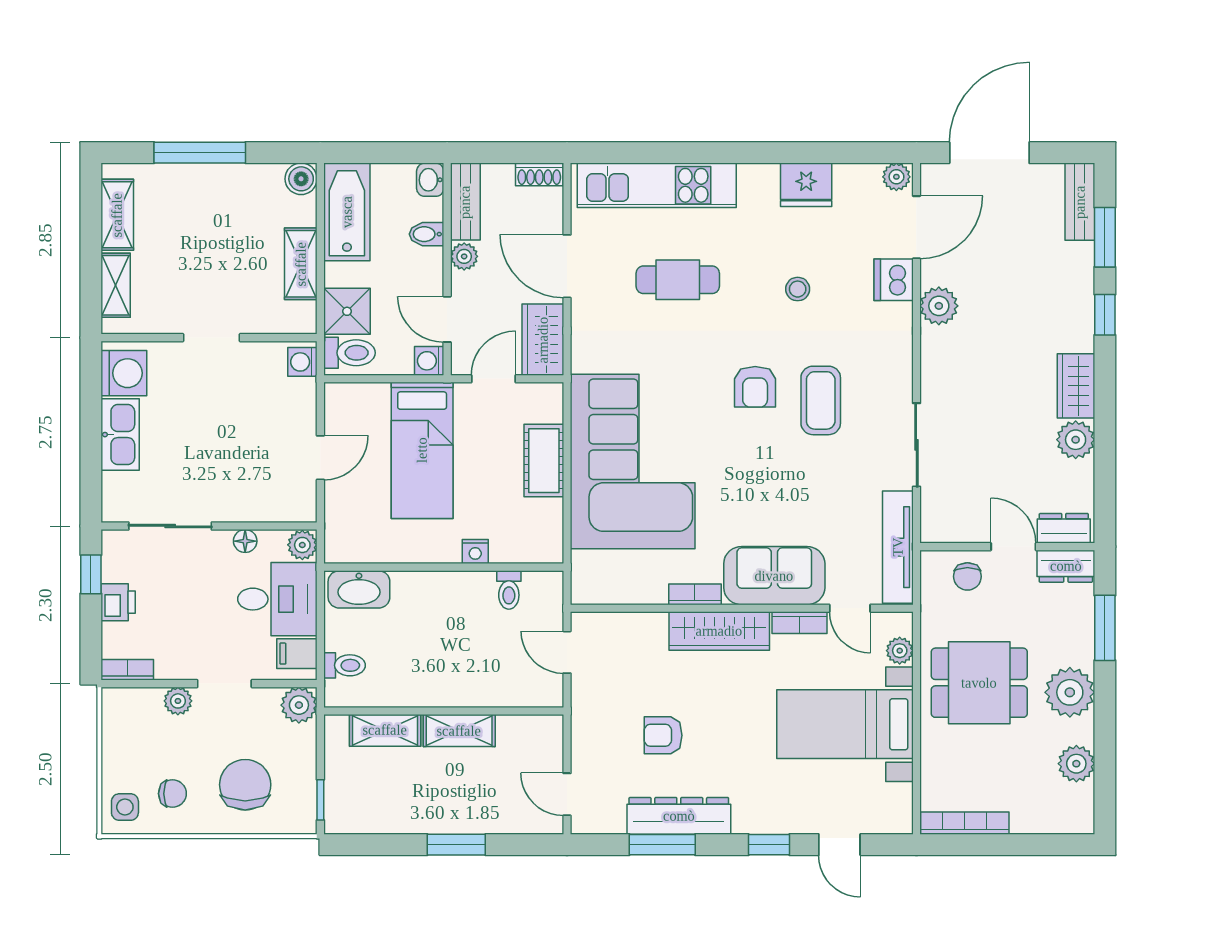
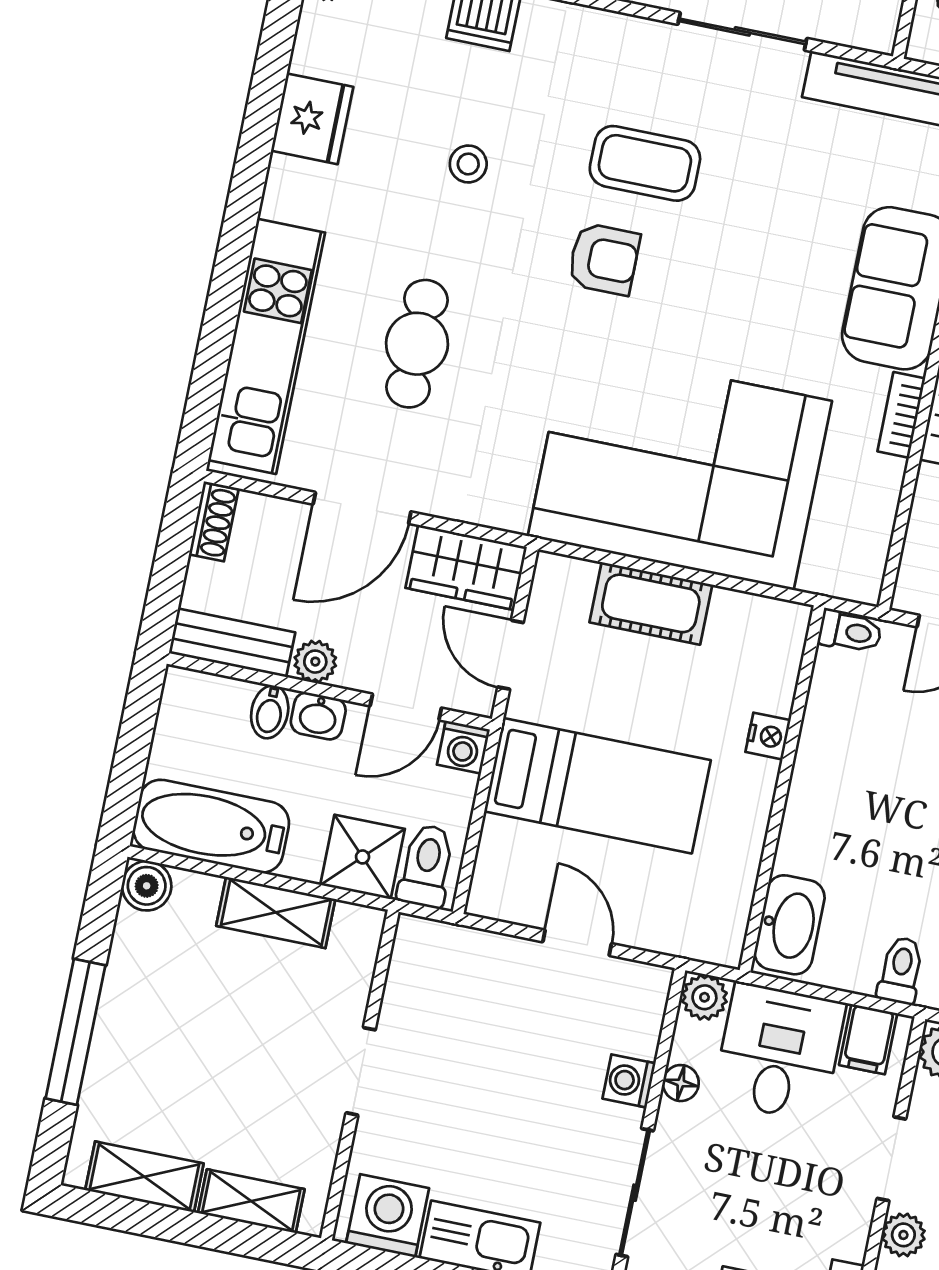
washbasin: (430, 180) -> (318, 716), moved
washing machine: (302, 362) -> (629, 1081), moved, turned 90
toilet: (509, 590) -> (850, 632), moved

